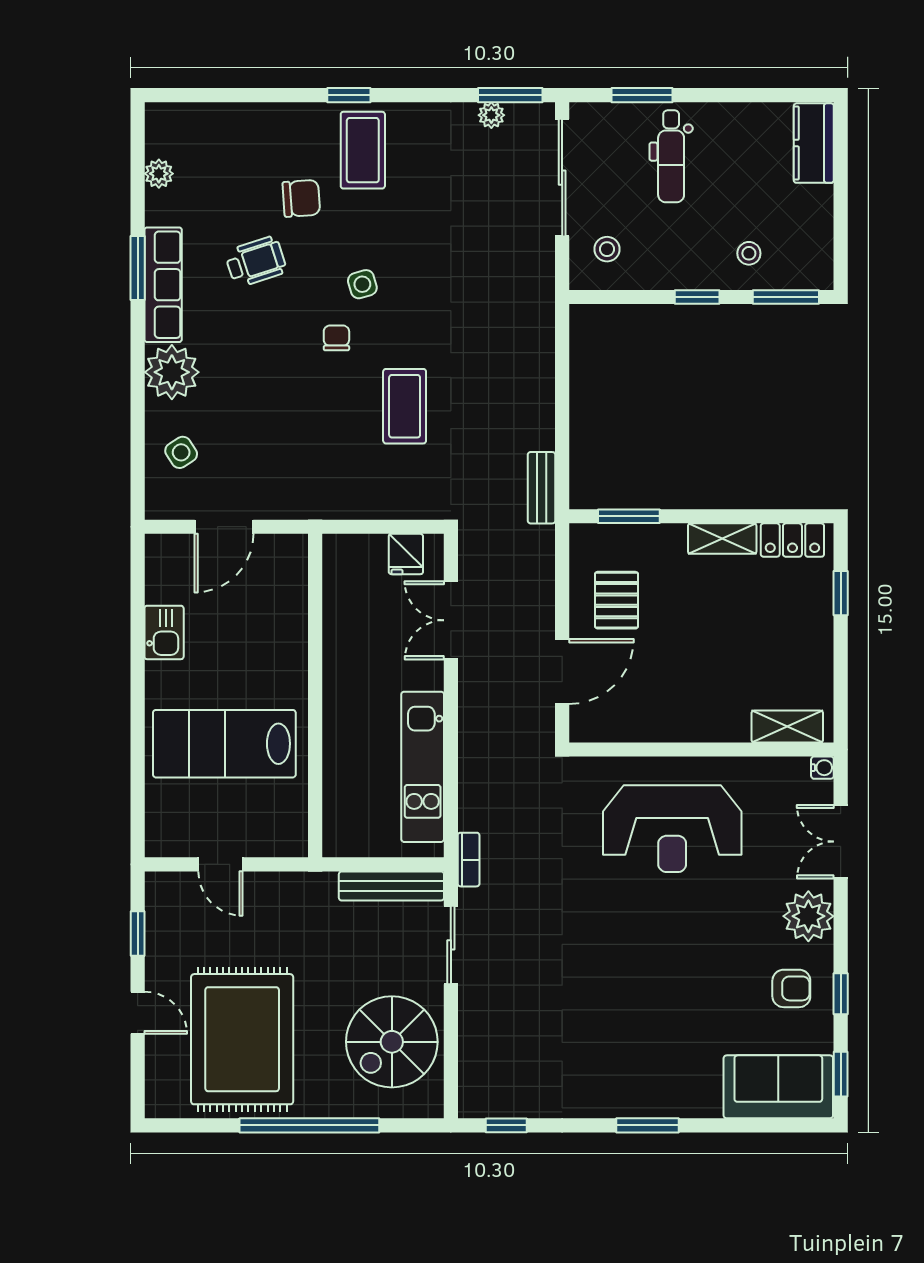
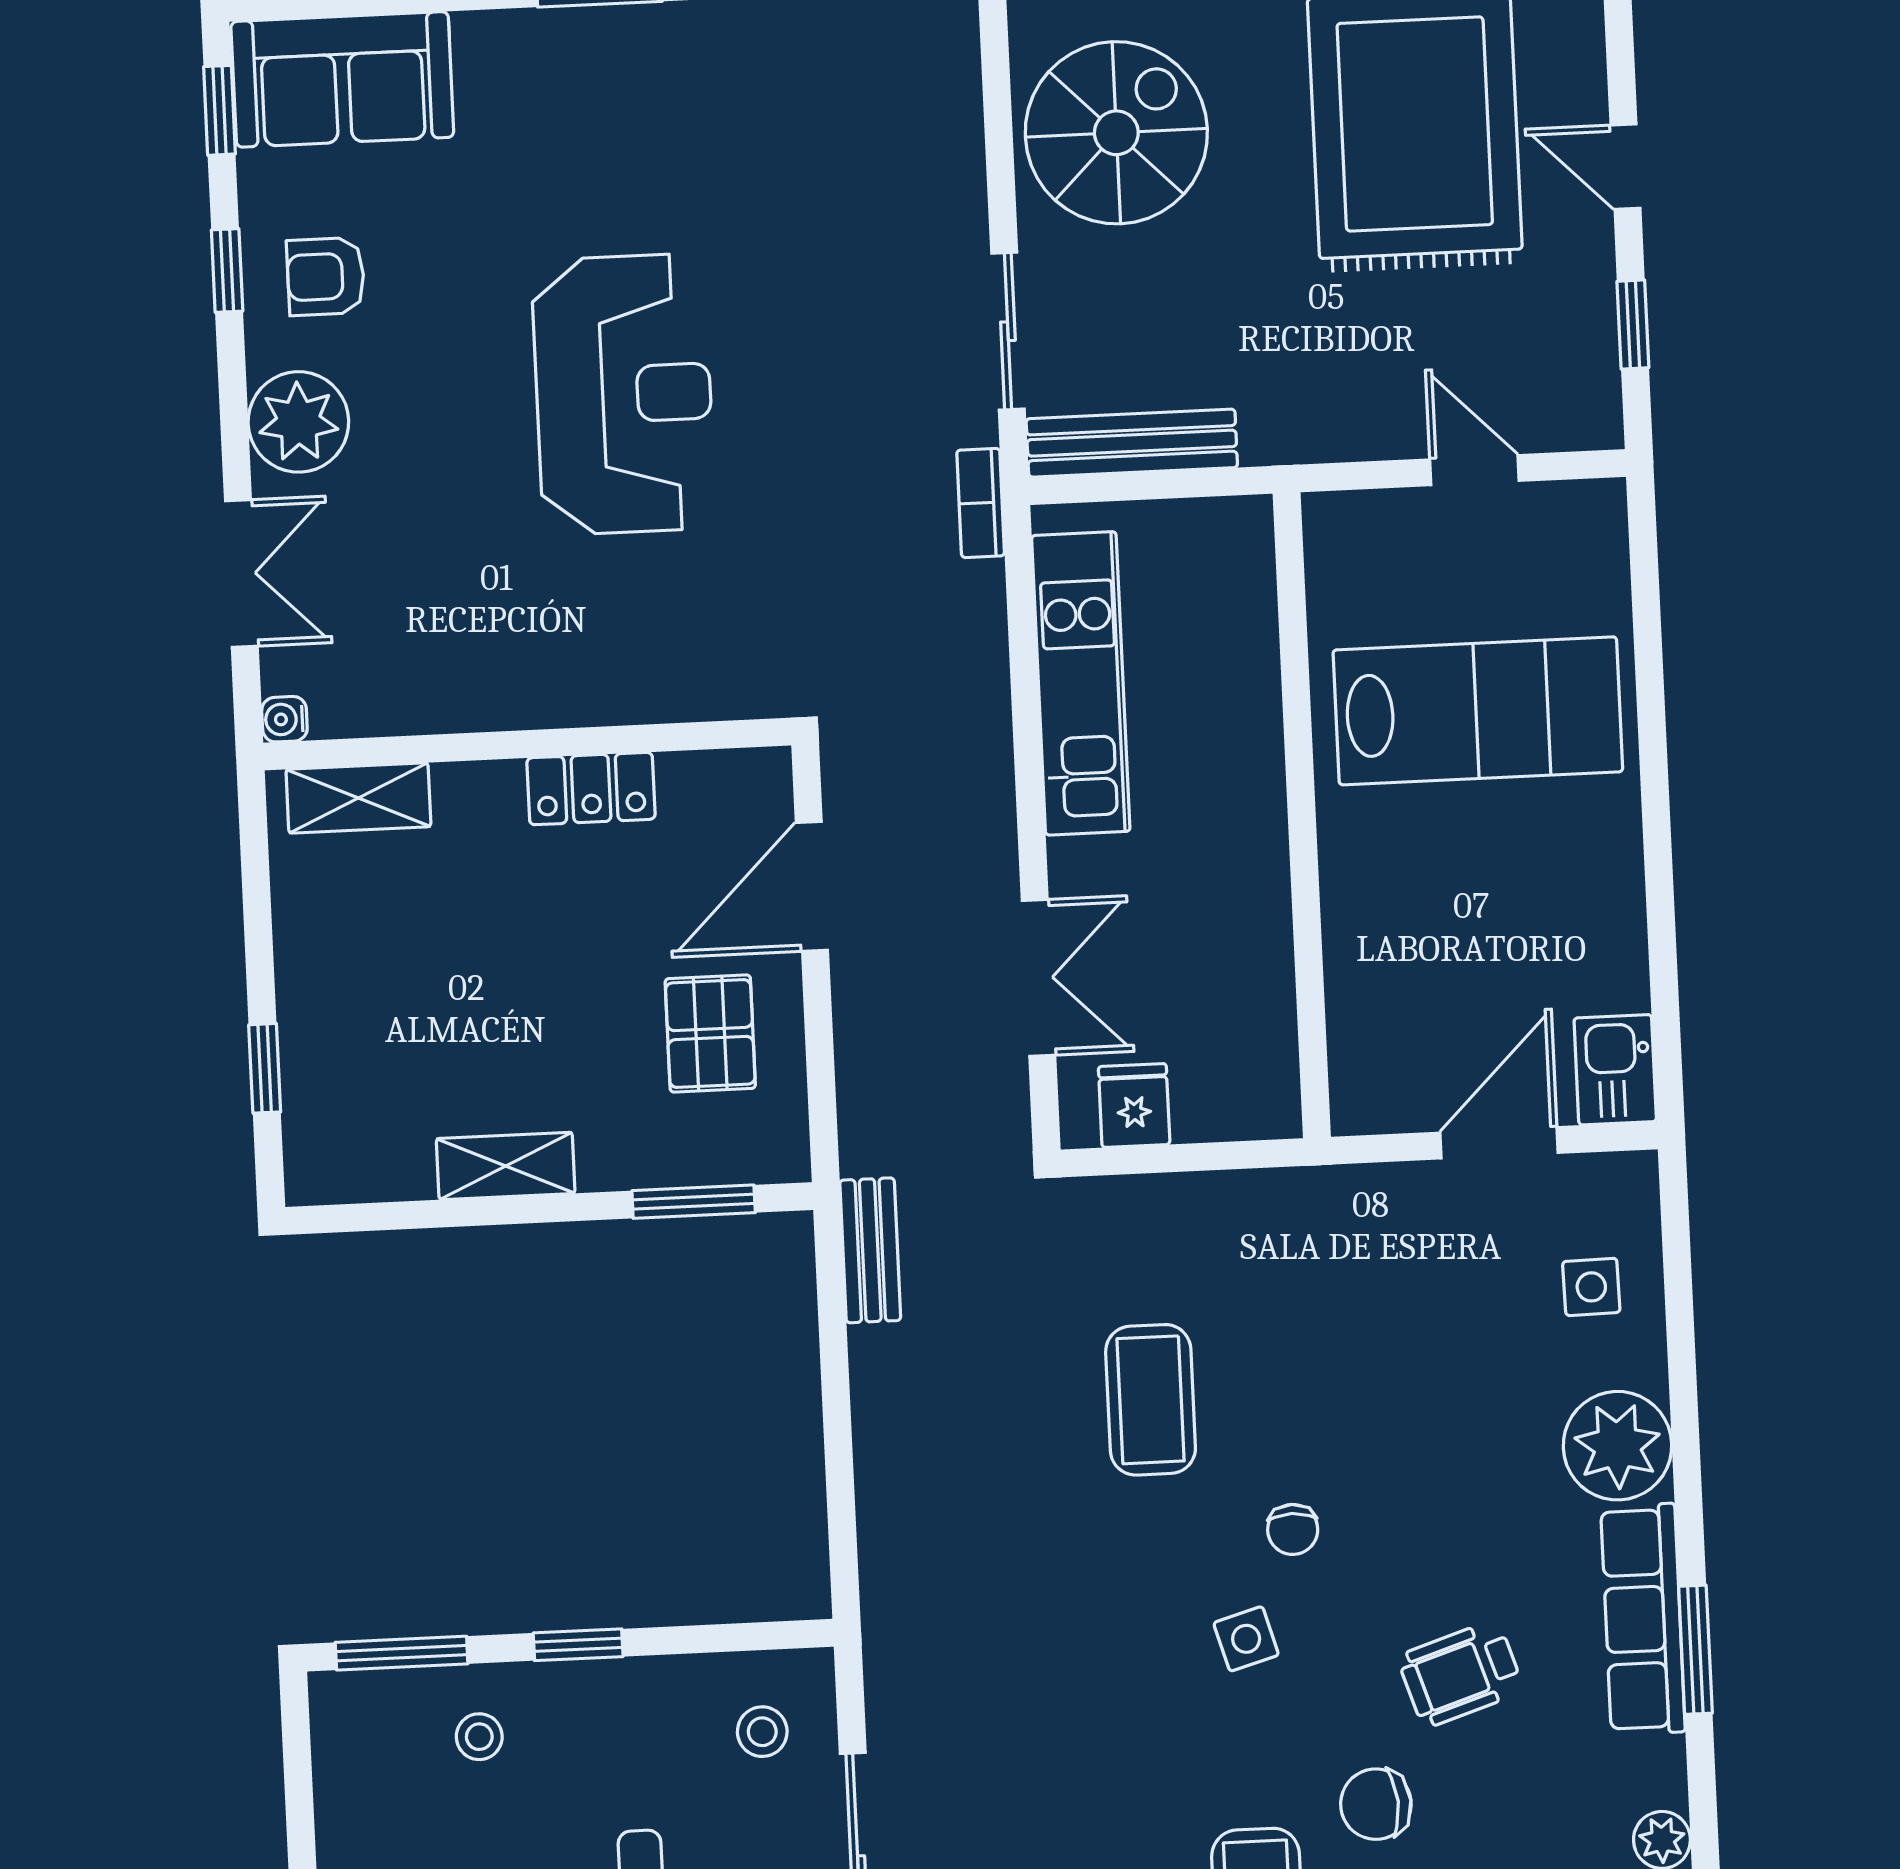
side table: (181, 452) -> (1591, 1287), turned 32
locker: (792, 540) -> (591, 789), moved, turned 180
kitchen sink: (164, 632) -> (1615, 1070), moved
reception desk: (672, 829) -> (624, 394), moved, turned 90

